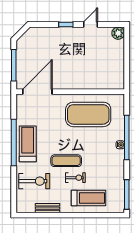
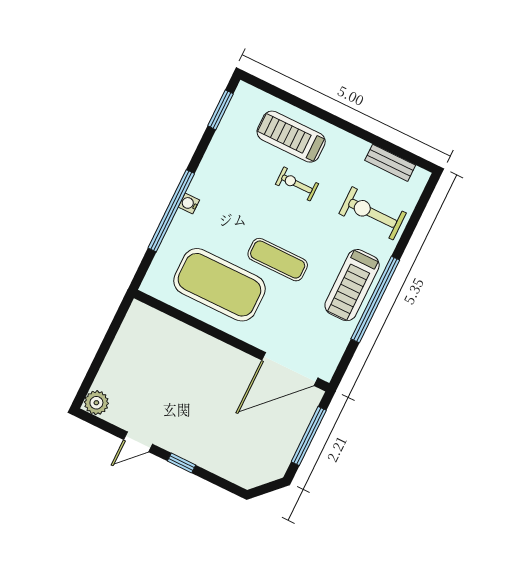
exercise mat: (66, 161) -> (278, 260), moved
window: (127, 195) -> (220, 110), width x0.69
bench: (48, 208) -> (390, 163), moved

